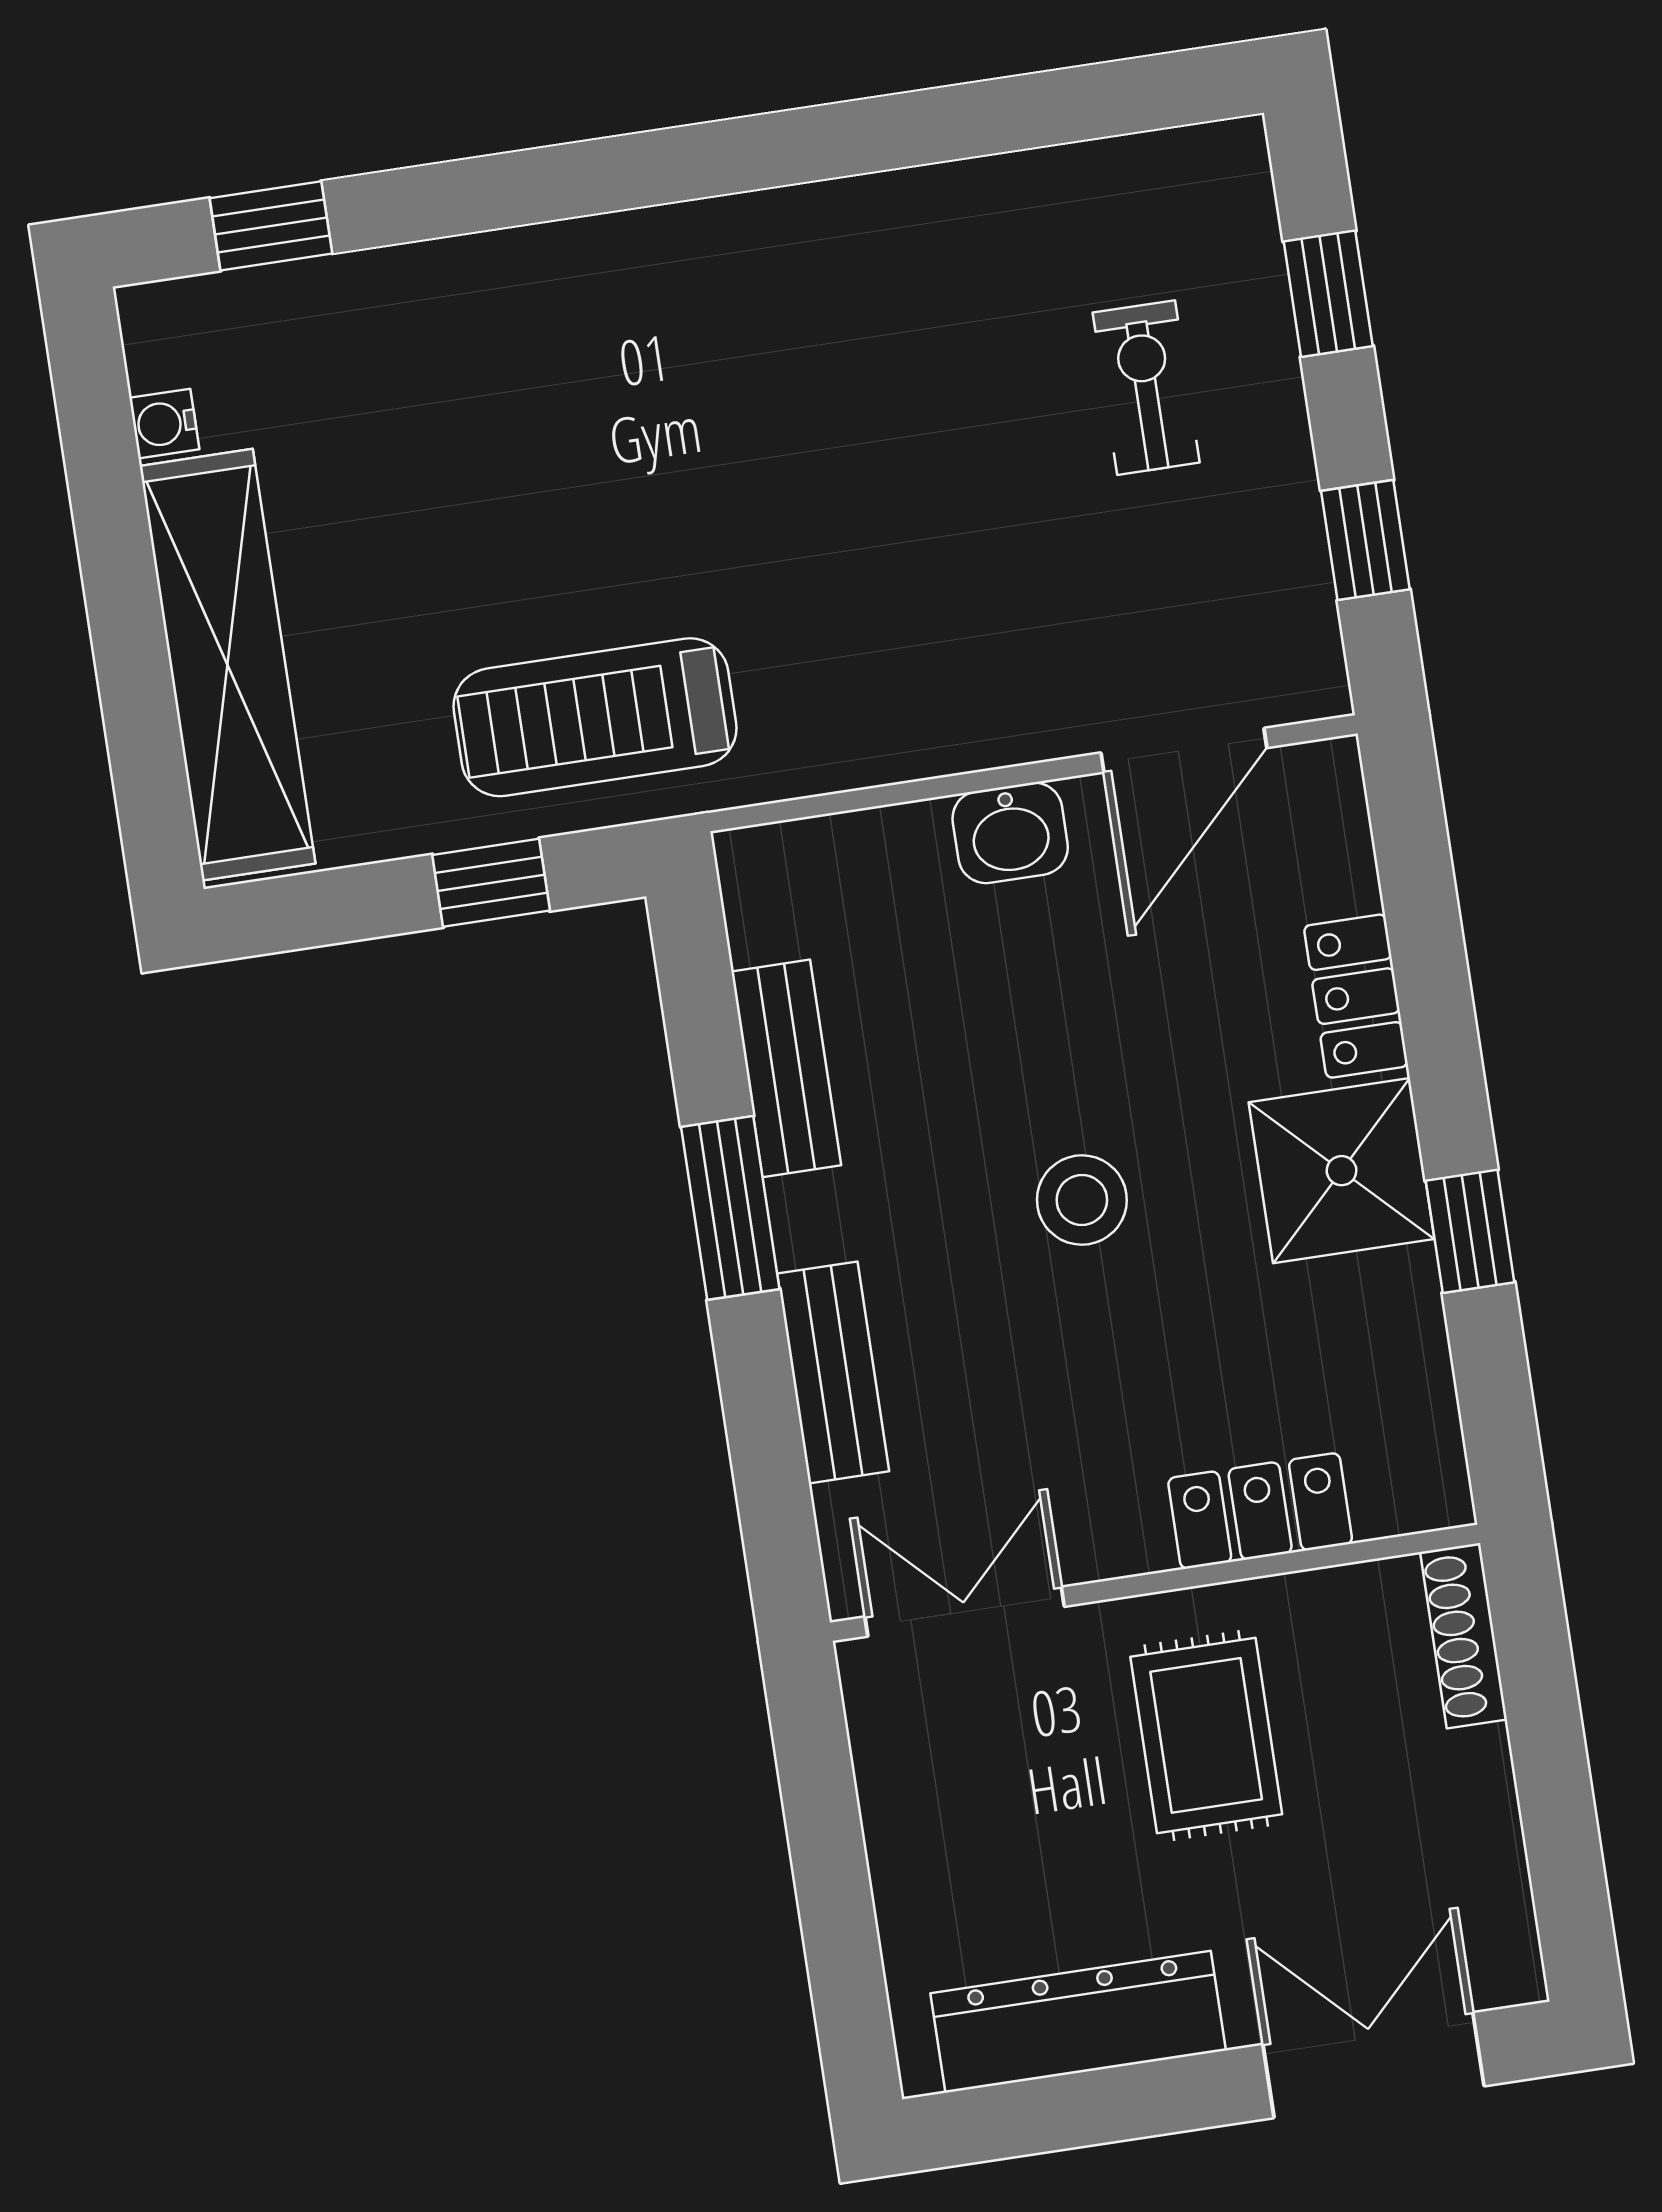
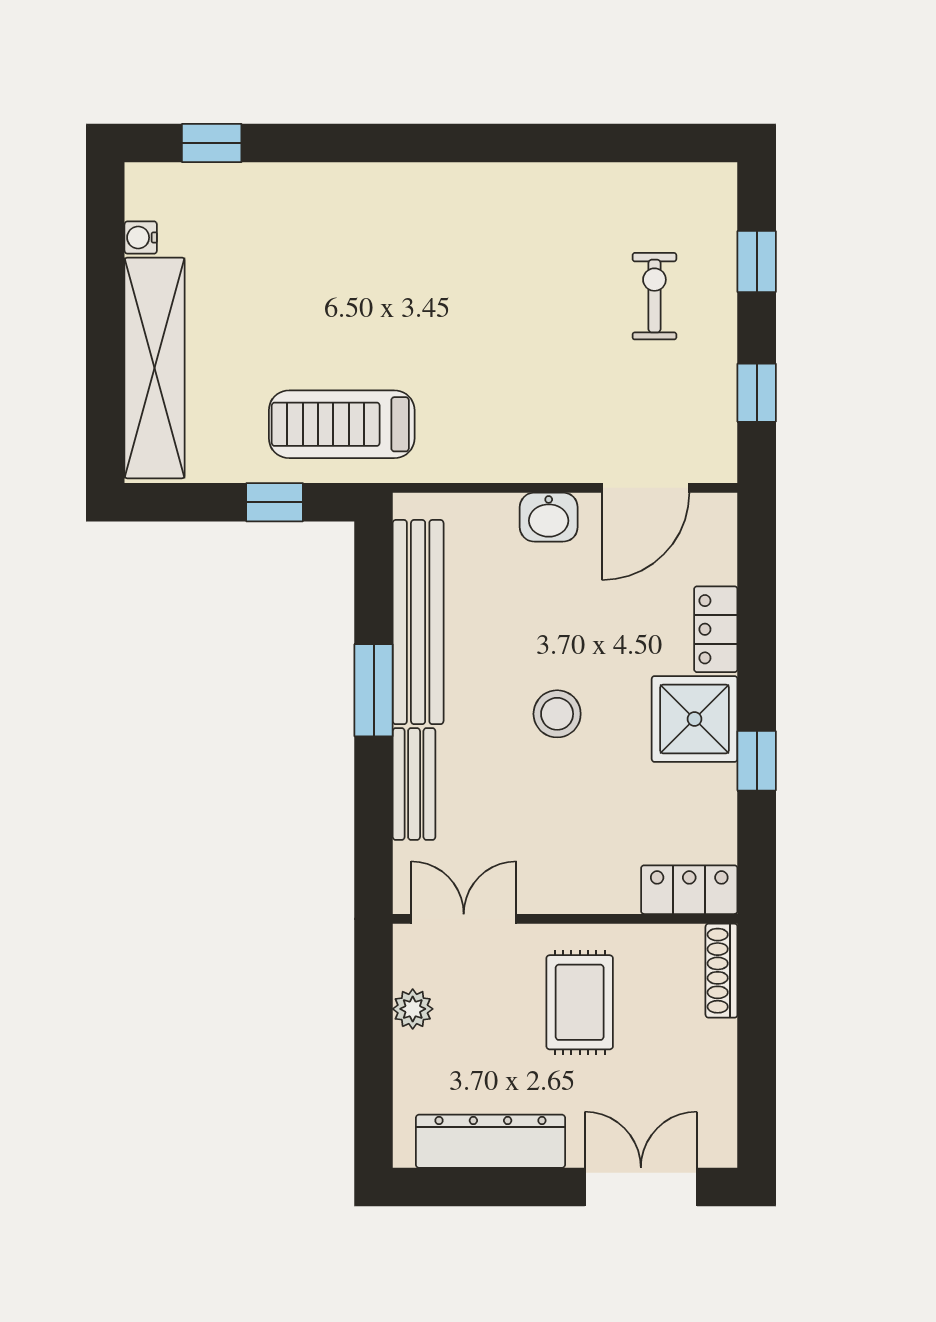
bench: (786, 1068) -> (418, 622), width x1.86, depth x1.21
locker: (1260, 1511) -> (689, 890), moved
plant: (894, 1795) -> (413, 1009), added

